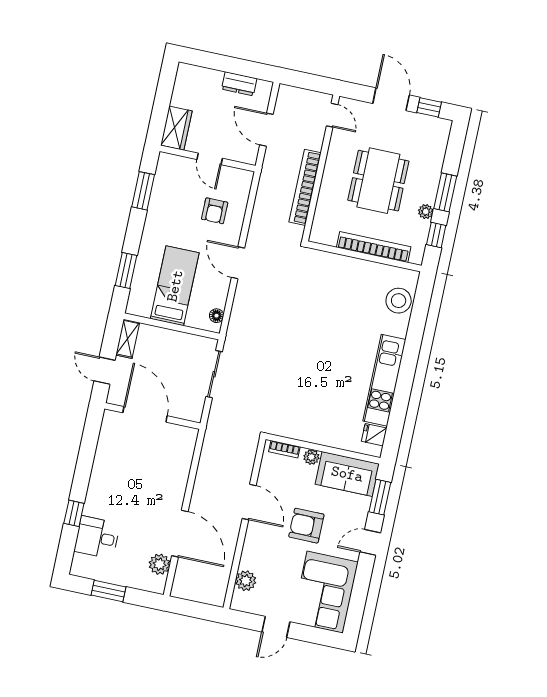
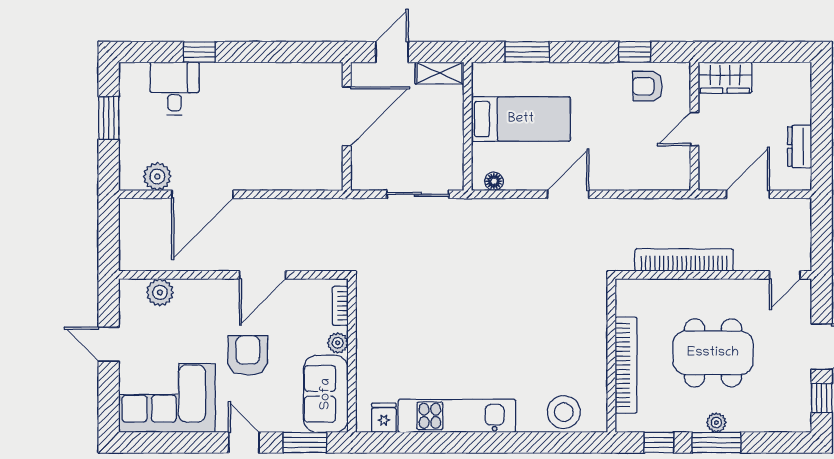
window: (143, 191) -> (635, 52), width x0.67
armchair: (215, 211) -> (647, 86), moved
plant: (426, 212) -> (716, 423), moved

